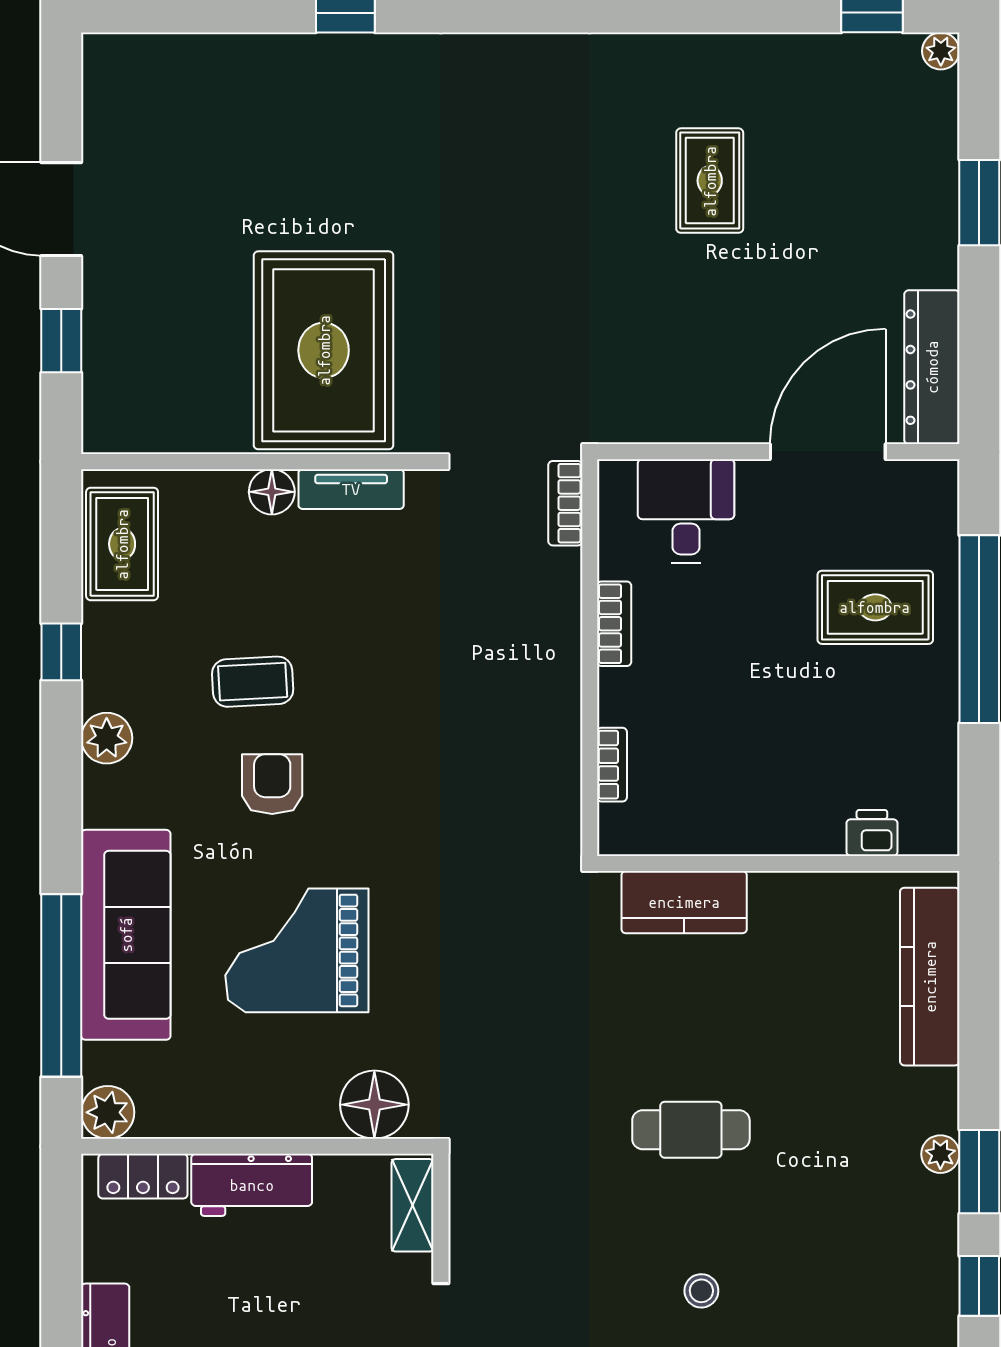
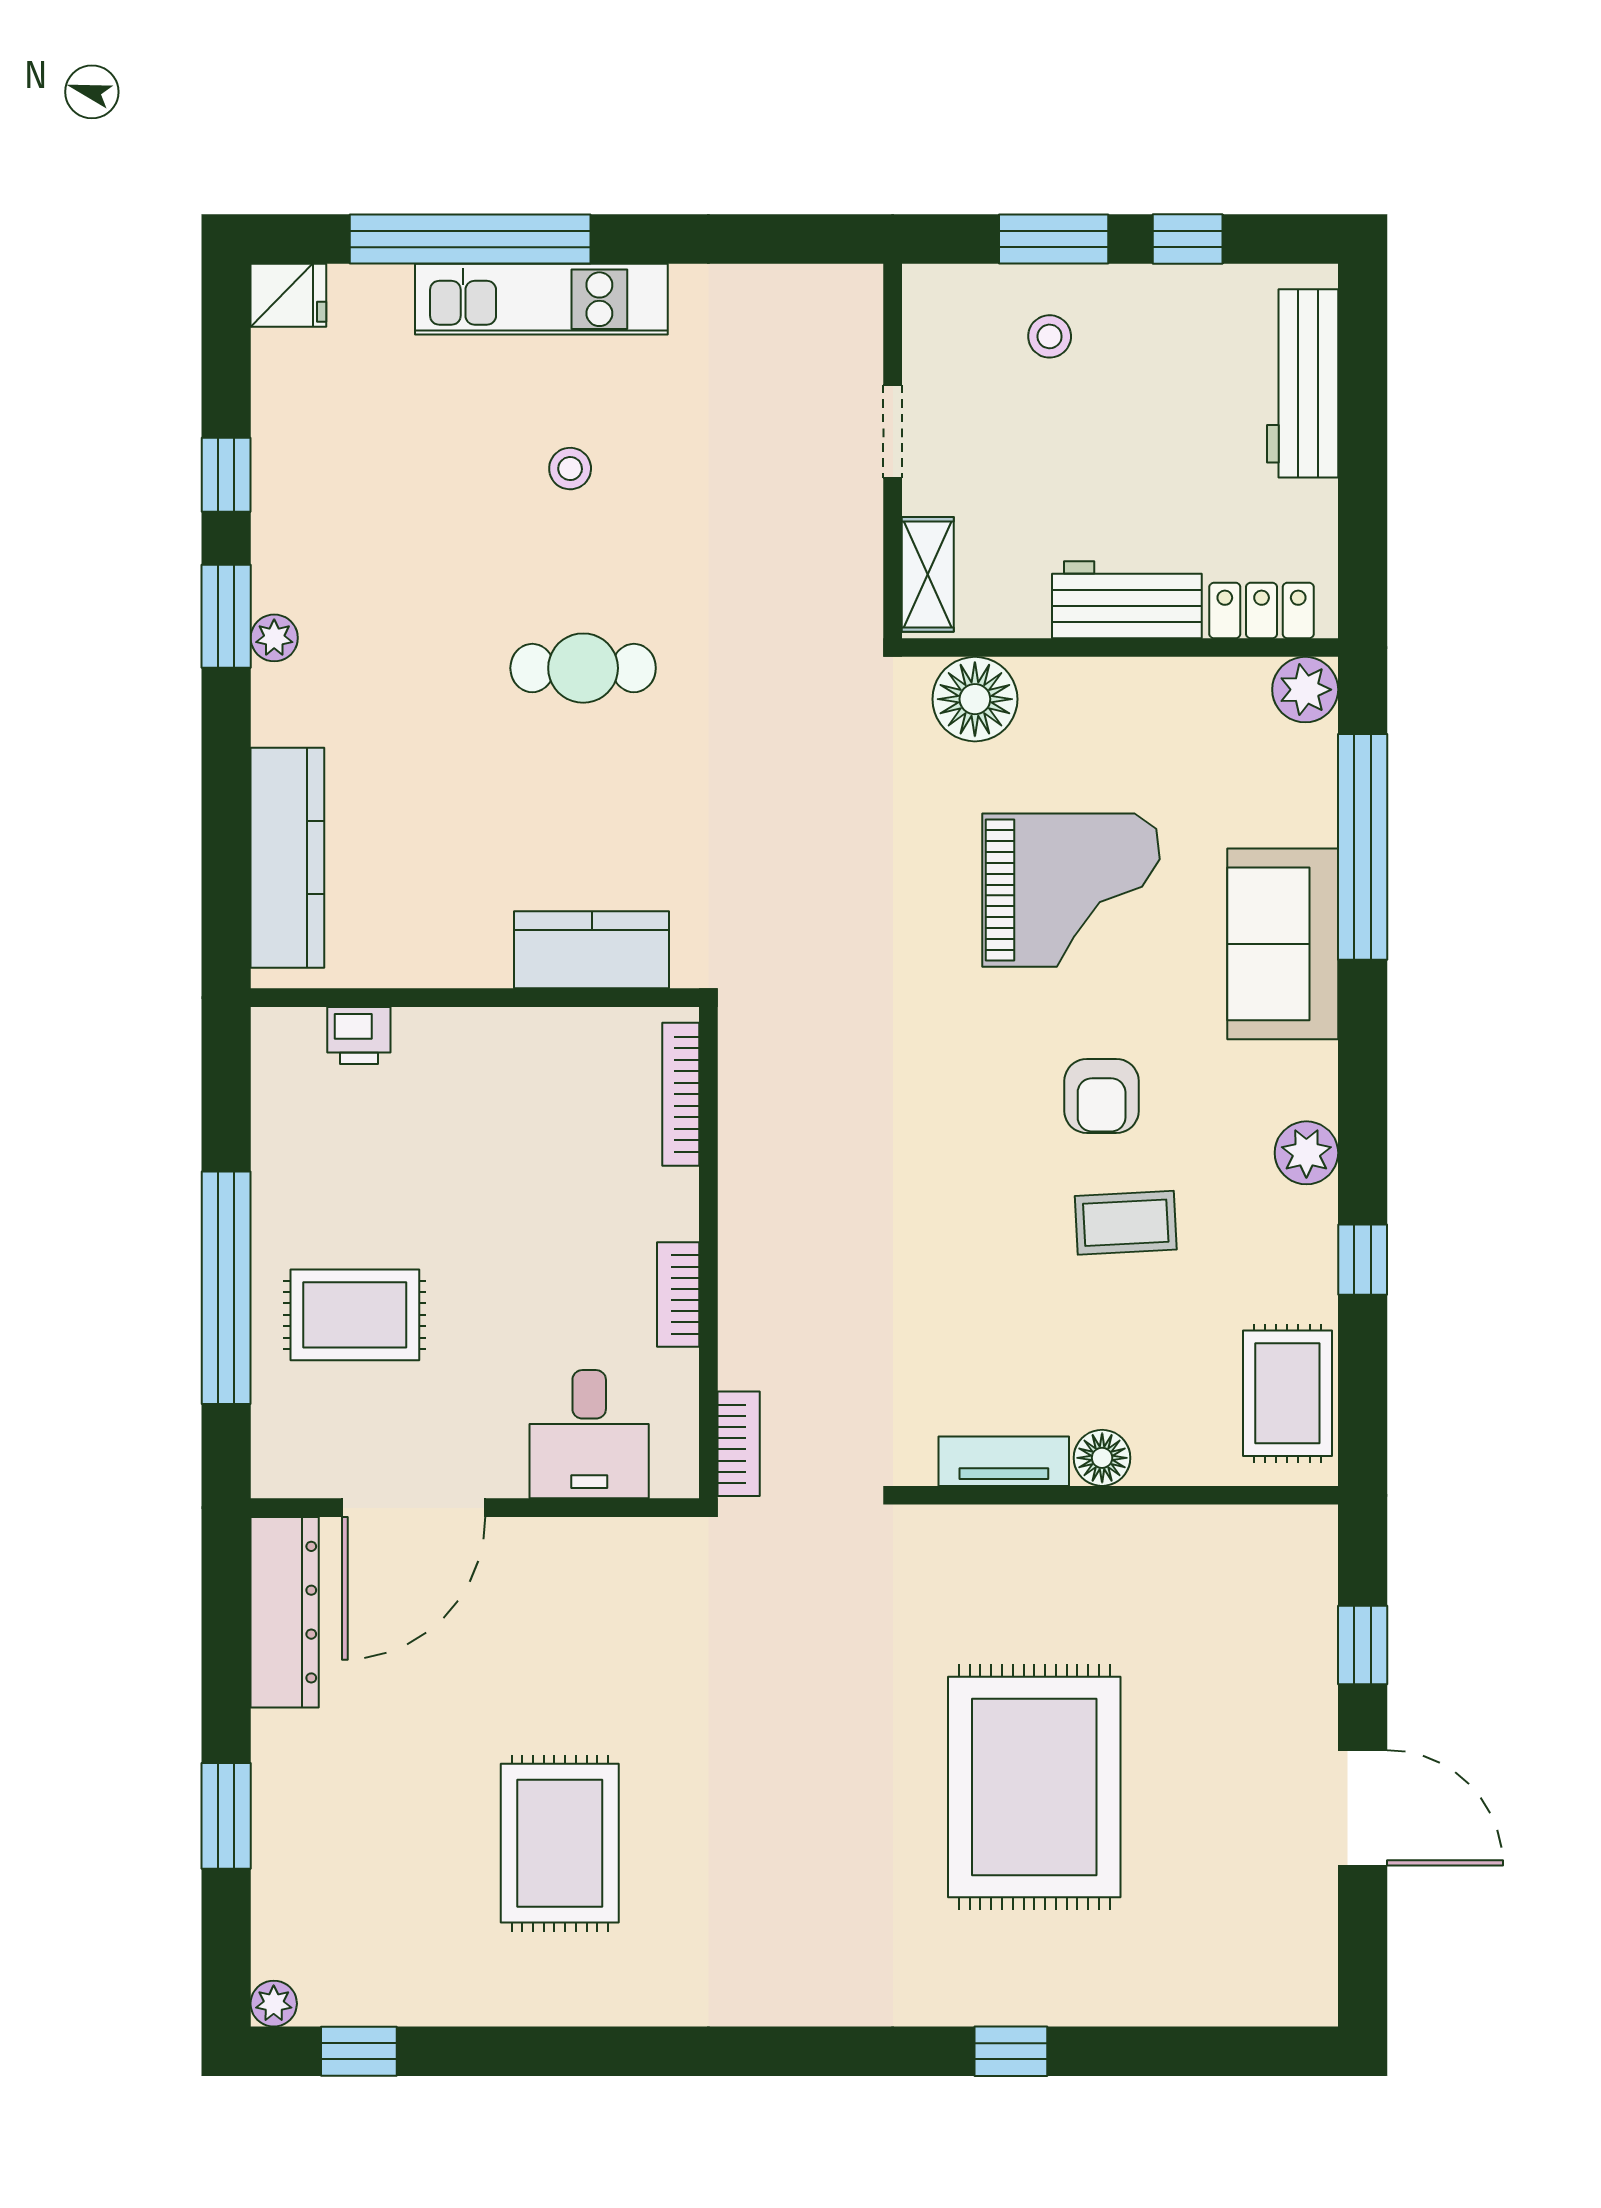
rug: (710, 181) -> (560, 1843), width x1.36, depth x1.43
rug: (324, 350) -> (1034, 1787), moved
bookcase: (612, 765) -> (681, 1094), width x1.56
sofa: (126, 935) -> (1283, 944), width x0.73

